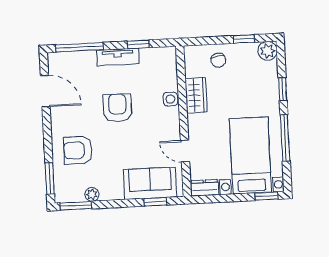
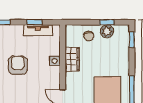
plant: (268, 51) -> (107, 31), moved
tv unit: (118, 57) -> (38, 30), moved
window: (283, 89) -> (132, 40), moved

